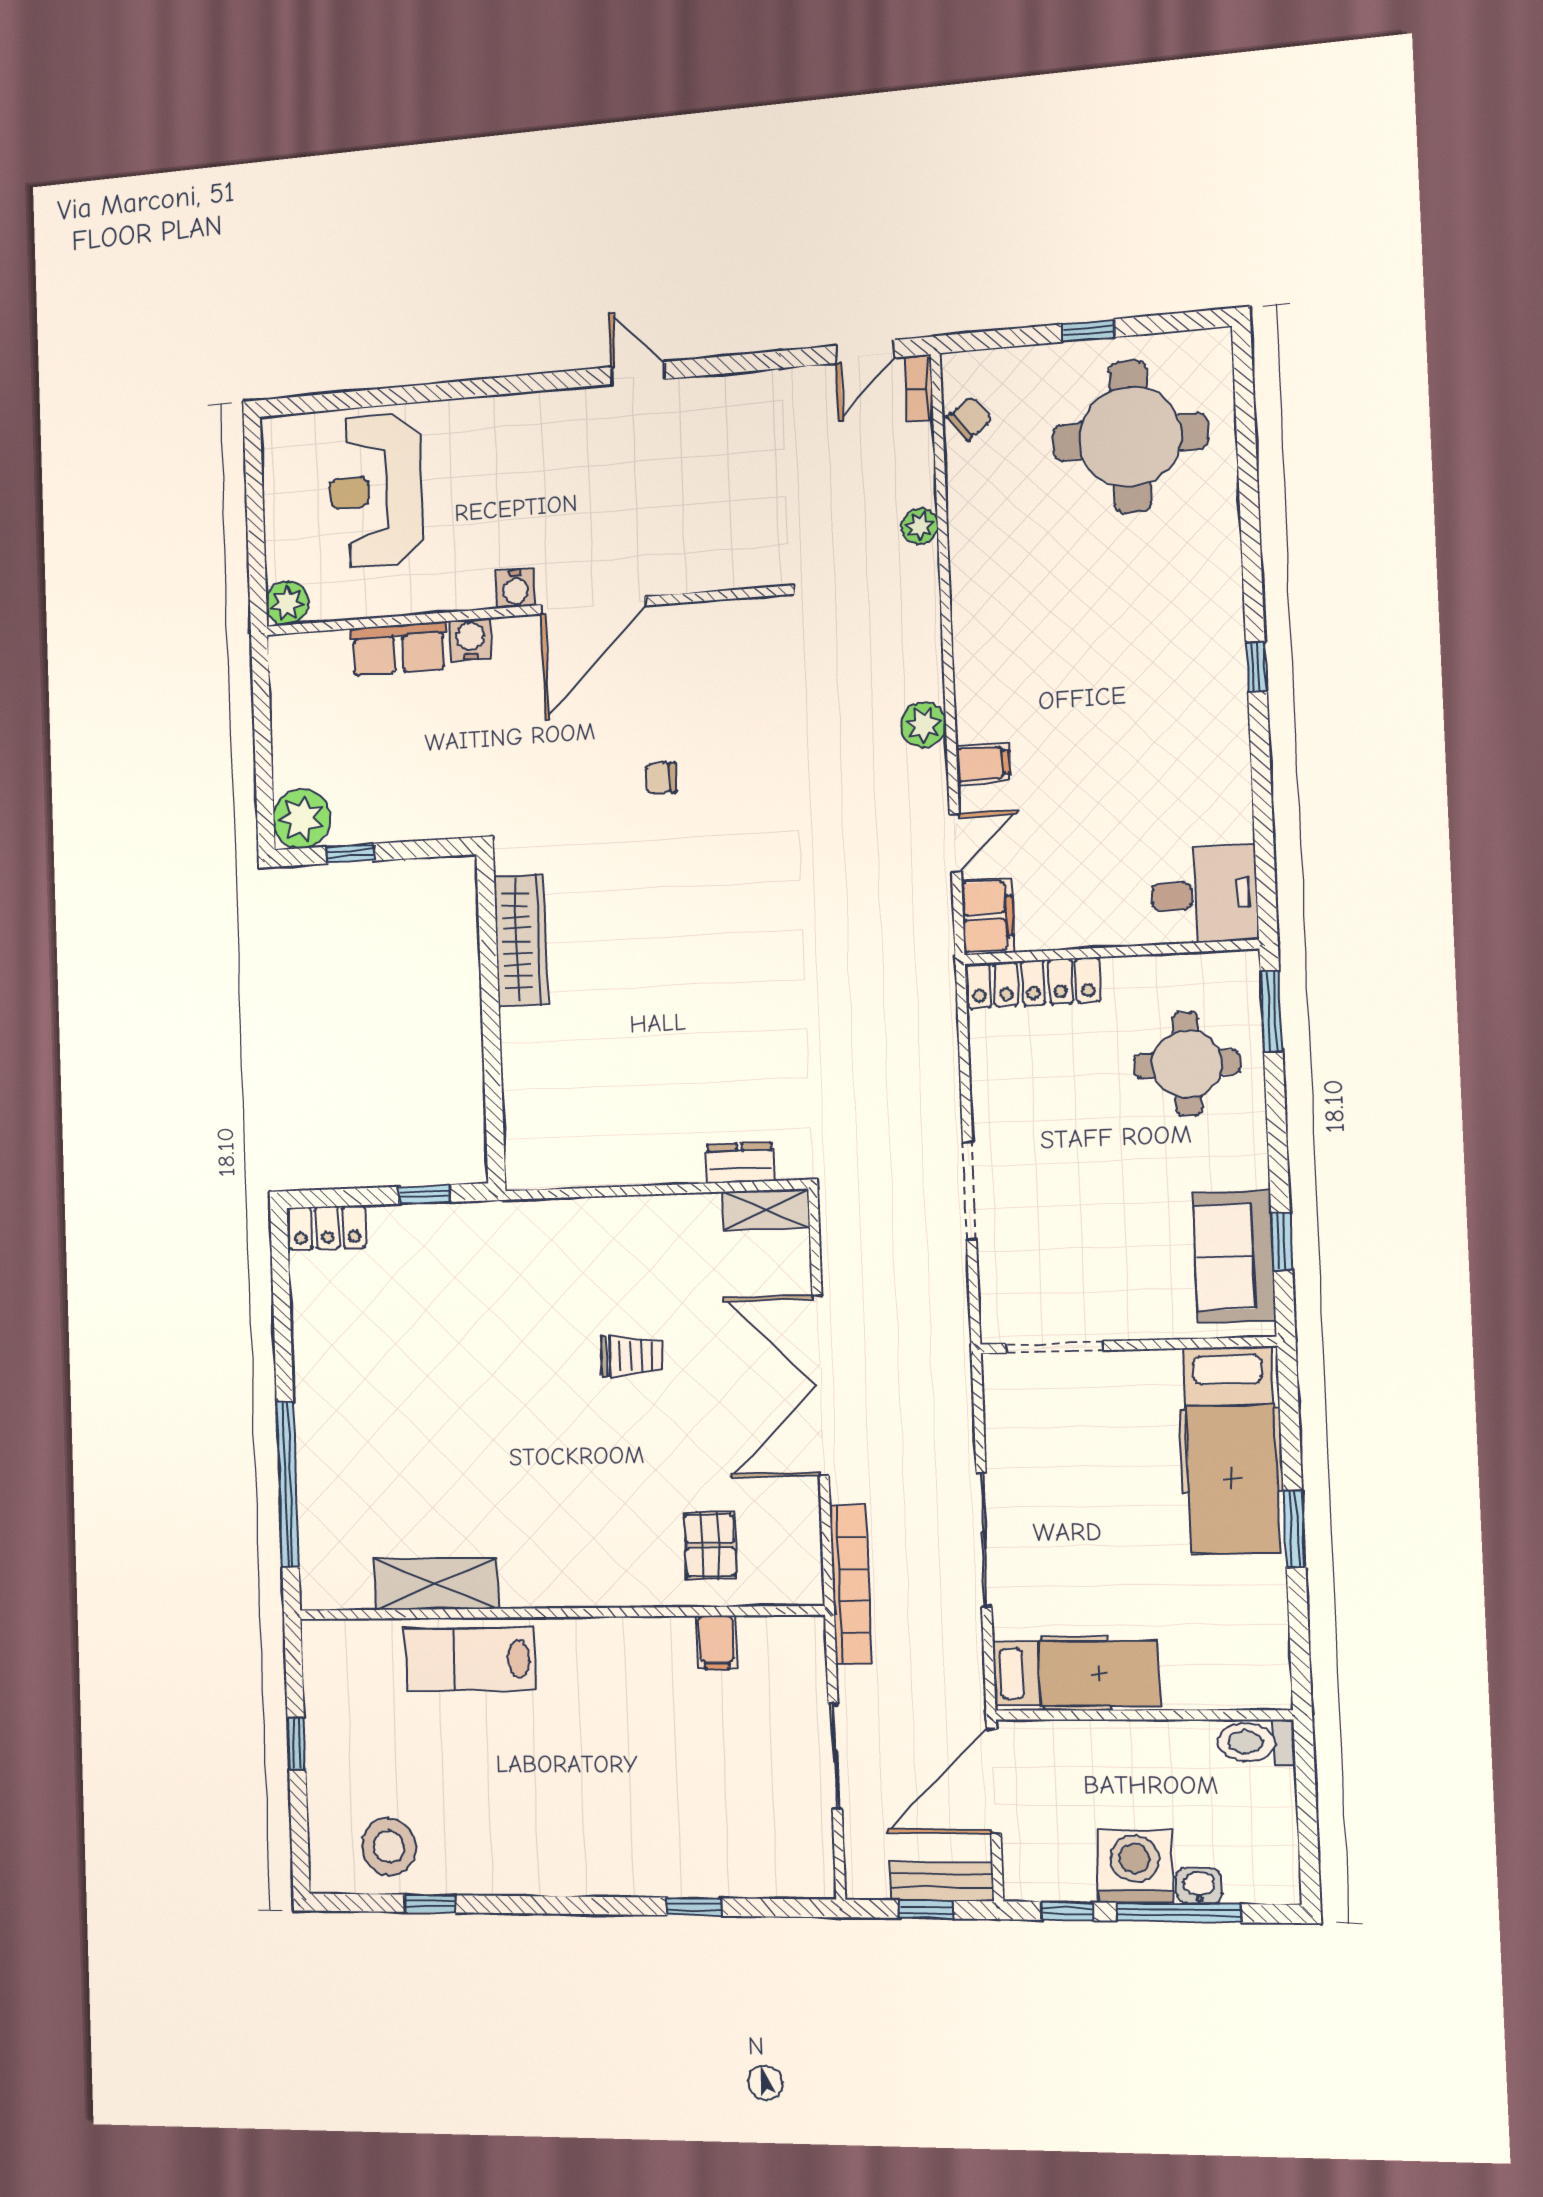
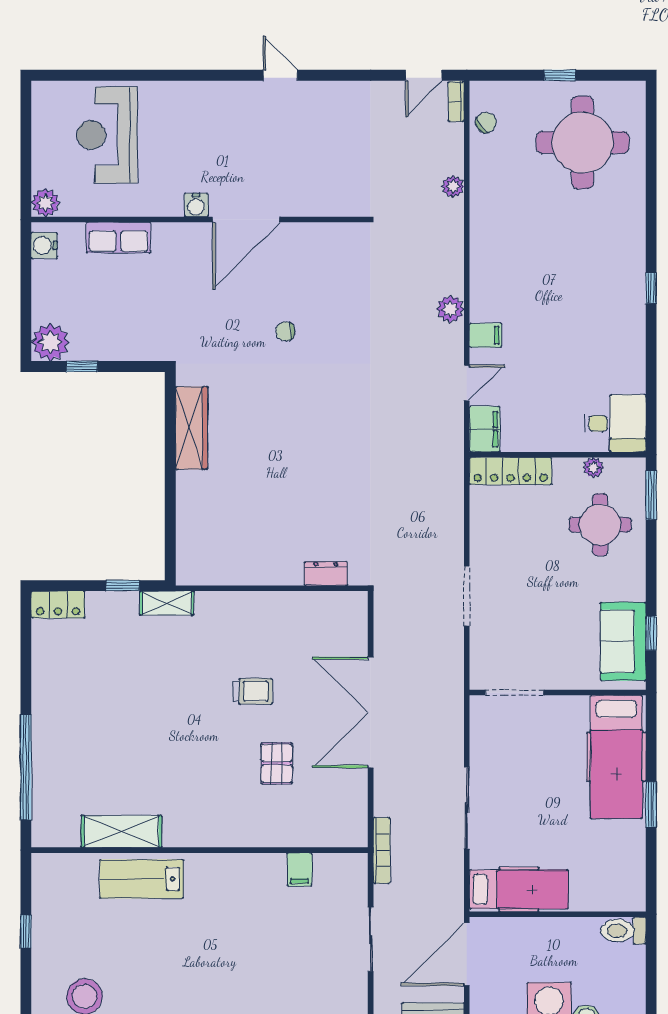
water cooler: (470, 640) -> (44, 245), moved, turned -90
plant: (1171, 970) -> (593, 468), added
shelving: (766, 1210) -> (167, 603), moved
pallet: (710, 1545) -> (277, 763), moved
bookcase: (851, 1585) -> (382, 850), width x0.68, depth x0.76

